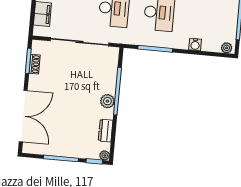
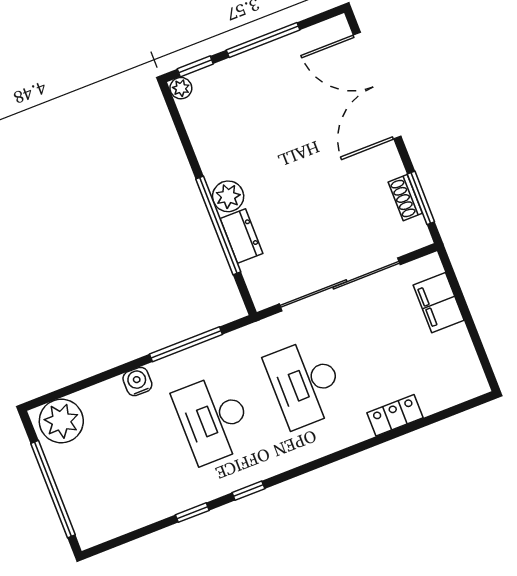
water cooler: (195, 45) -> (137, 382), moved
plant: (227, 48) -> (61, 421), width x1.88, depth x1.88
dresser: (106, 131) -> (242, 236), moved

